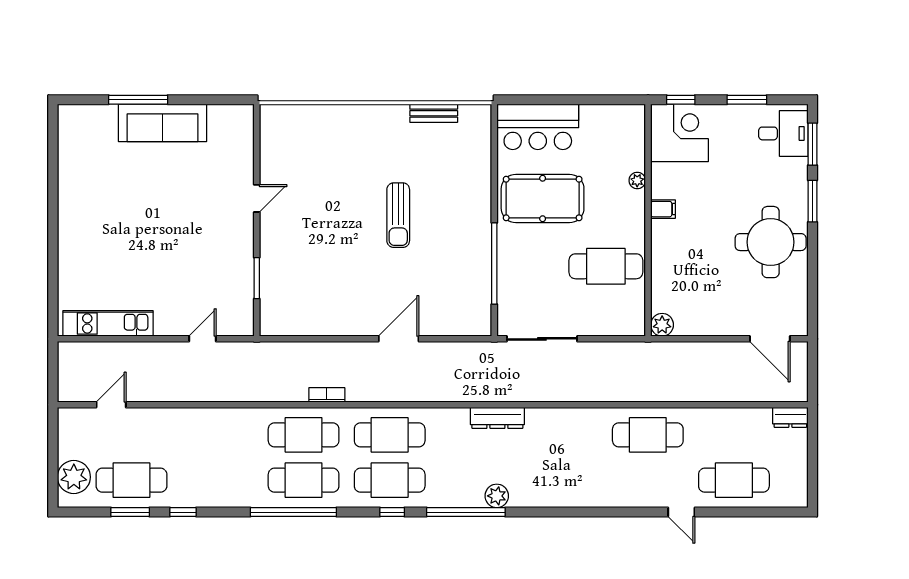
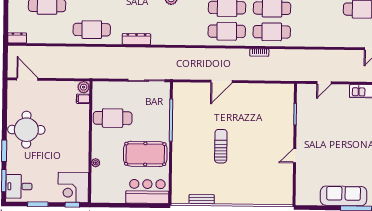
filing cabinet: (663, 209) -> (83, 99), moved
dresser: (497, 418) -> (136, 39), moved

